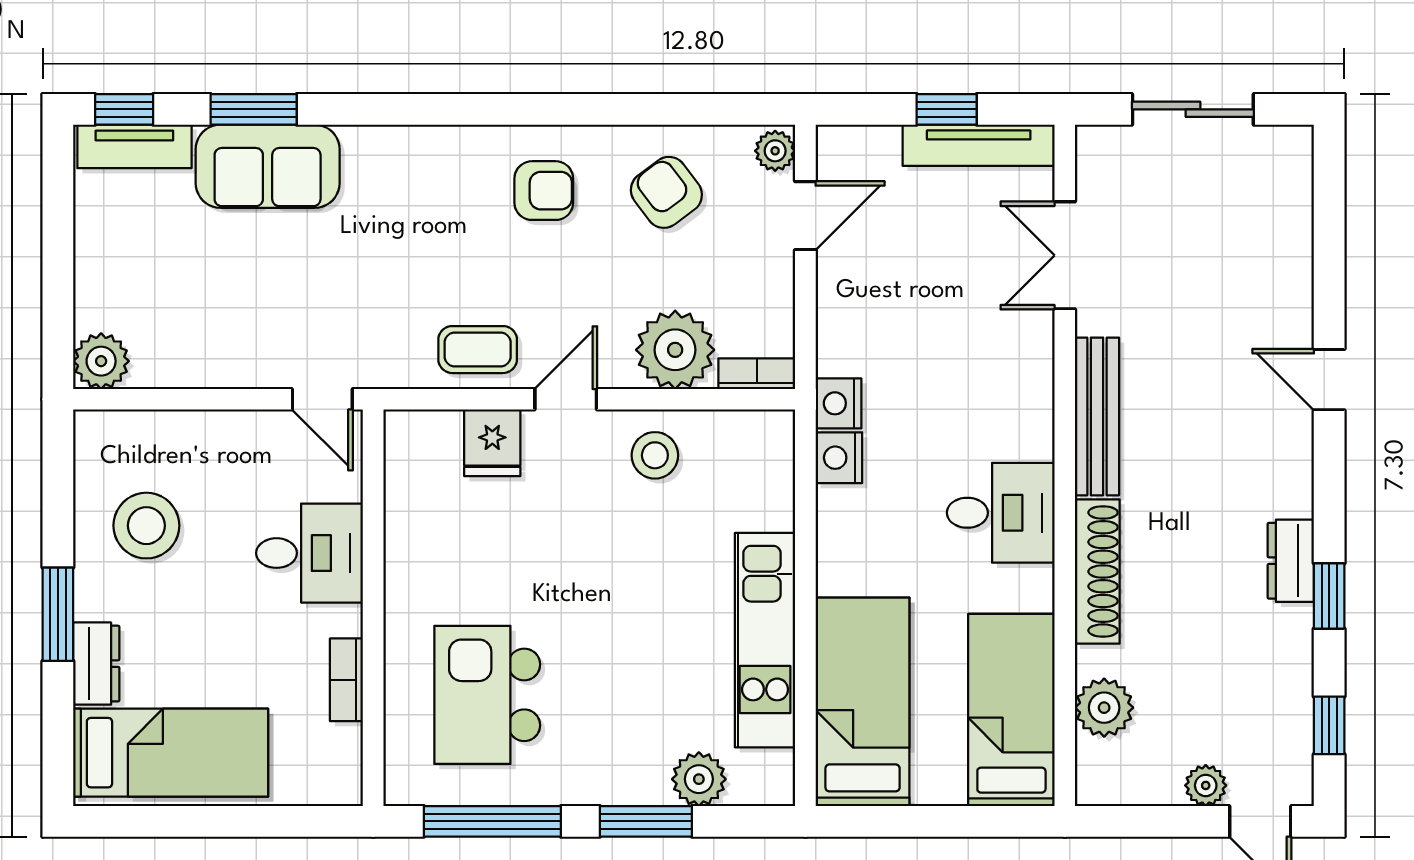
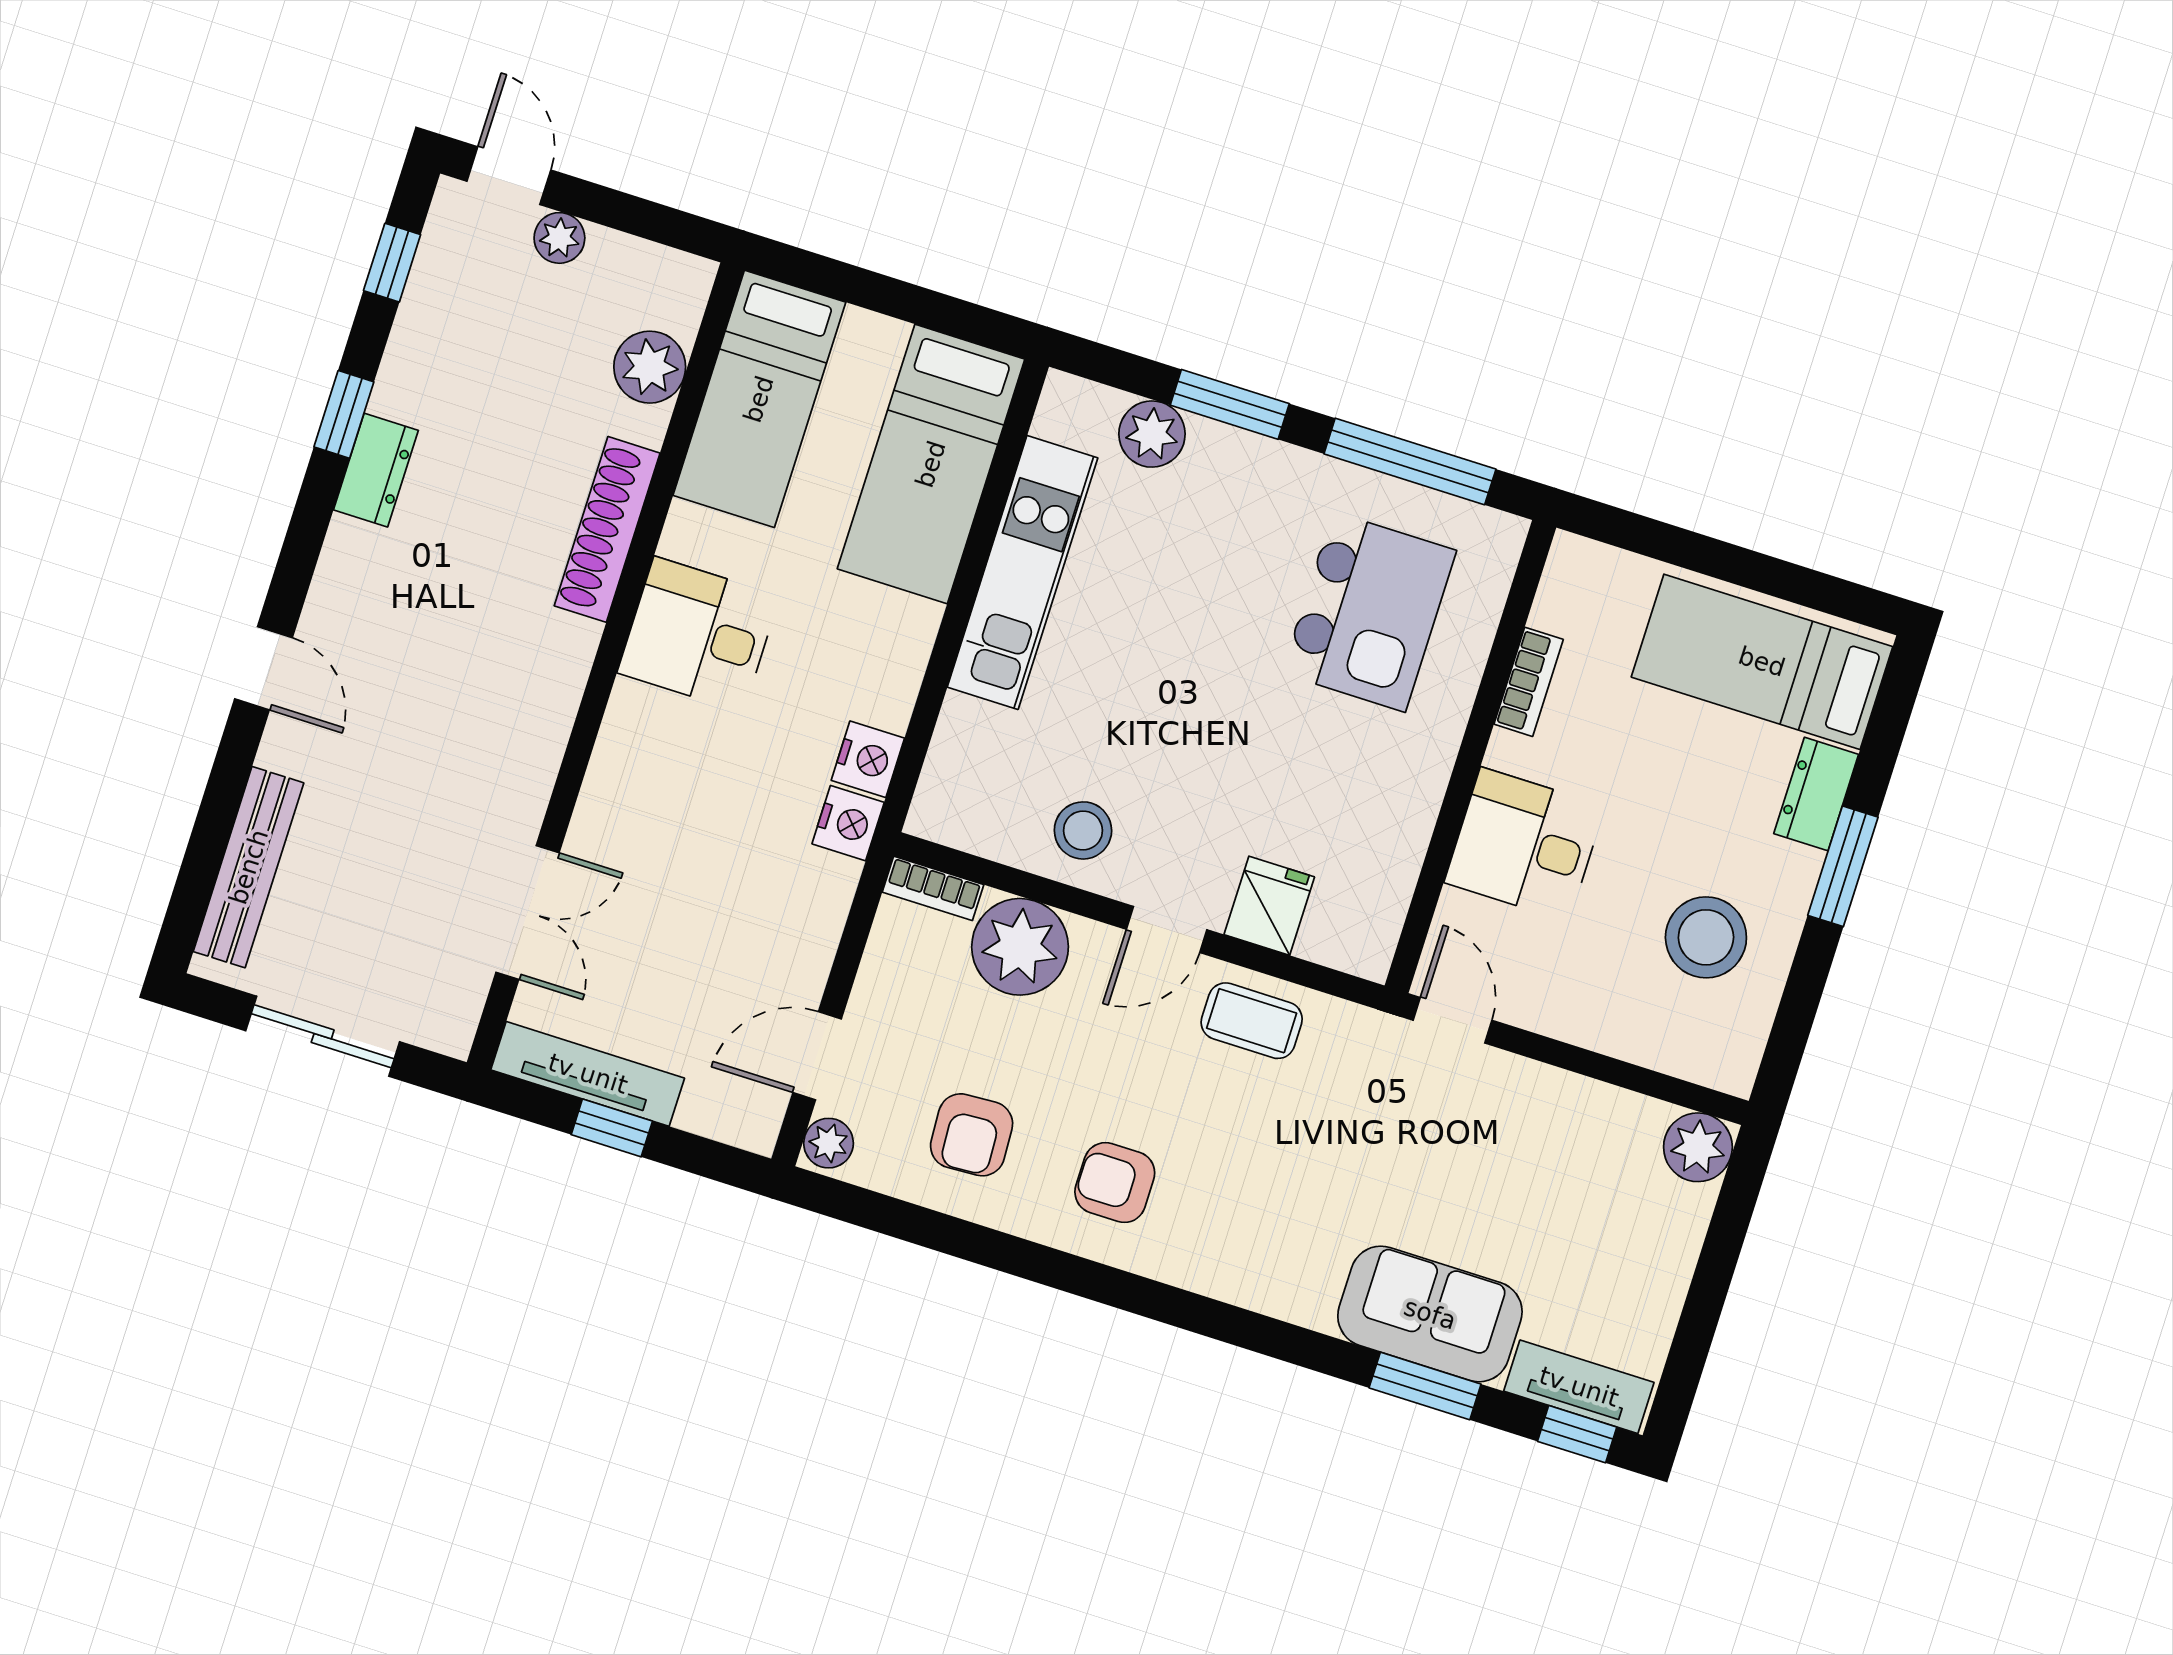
armchair: (666, 192) -> (972, 1135), turned 34
bench: (1097, 416) -> (249, 867), moved

